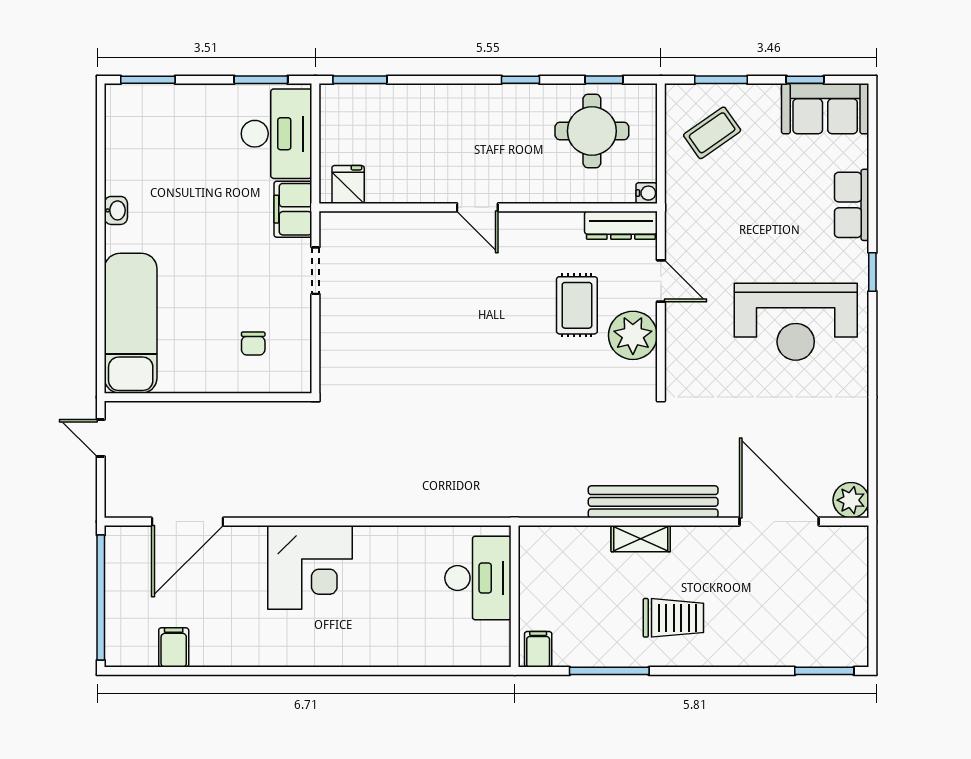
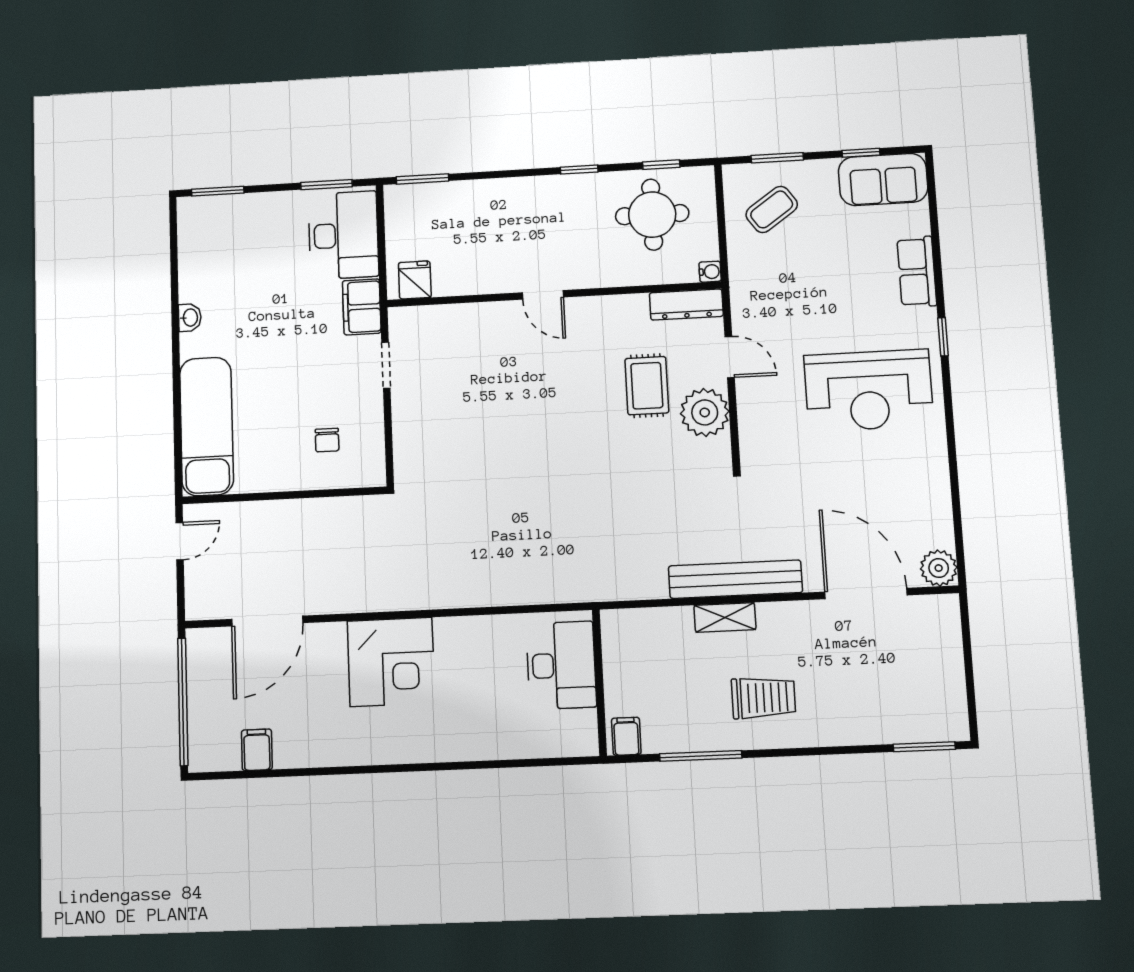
door: (101, 438) -> (180, 541), swing flipped

